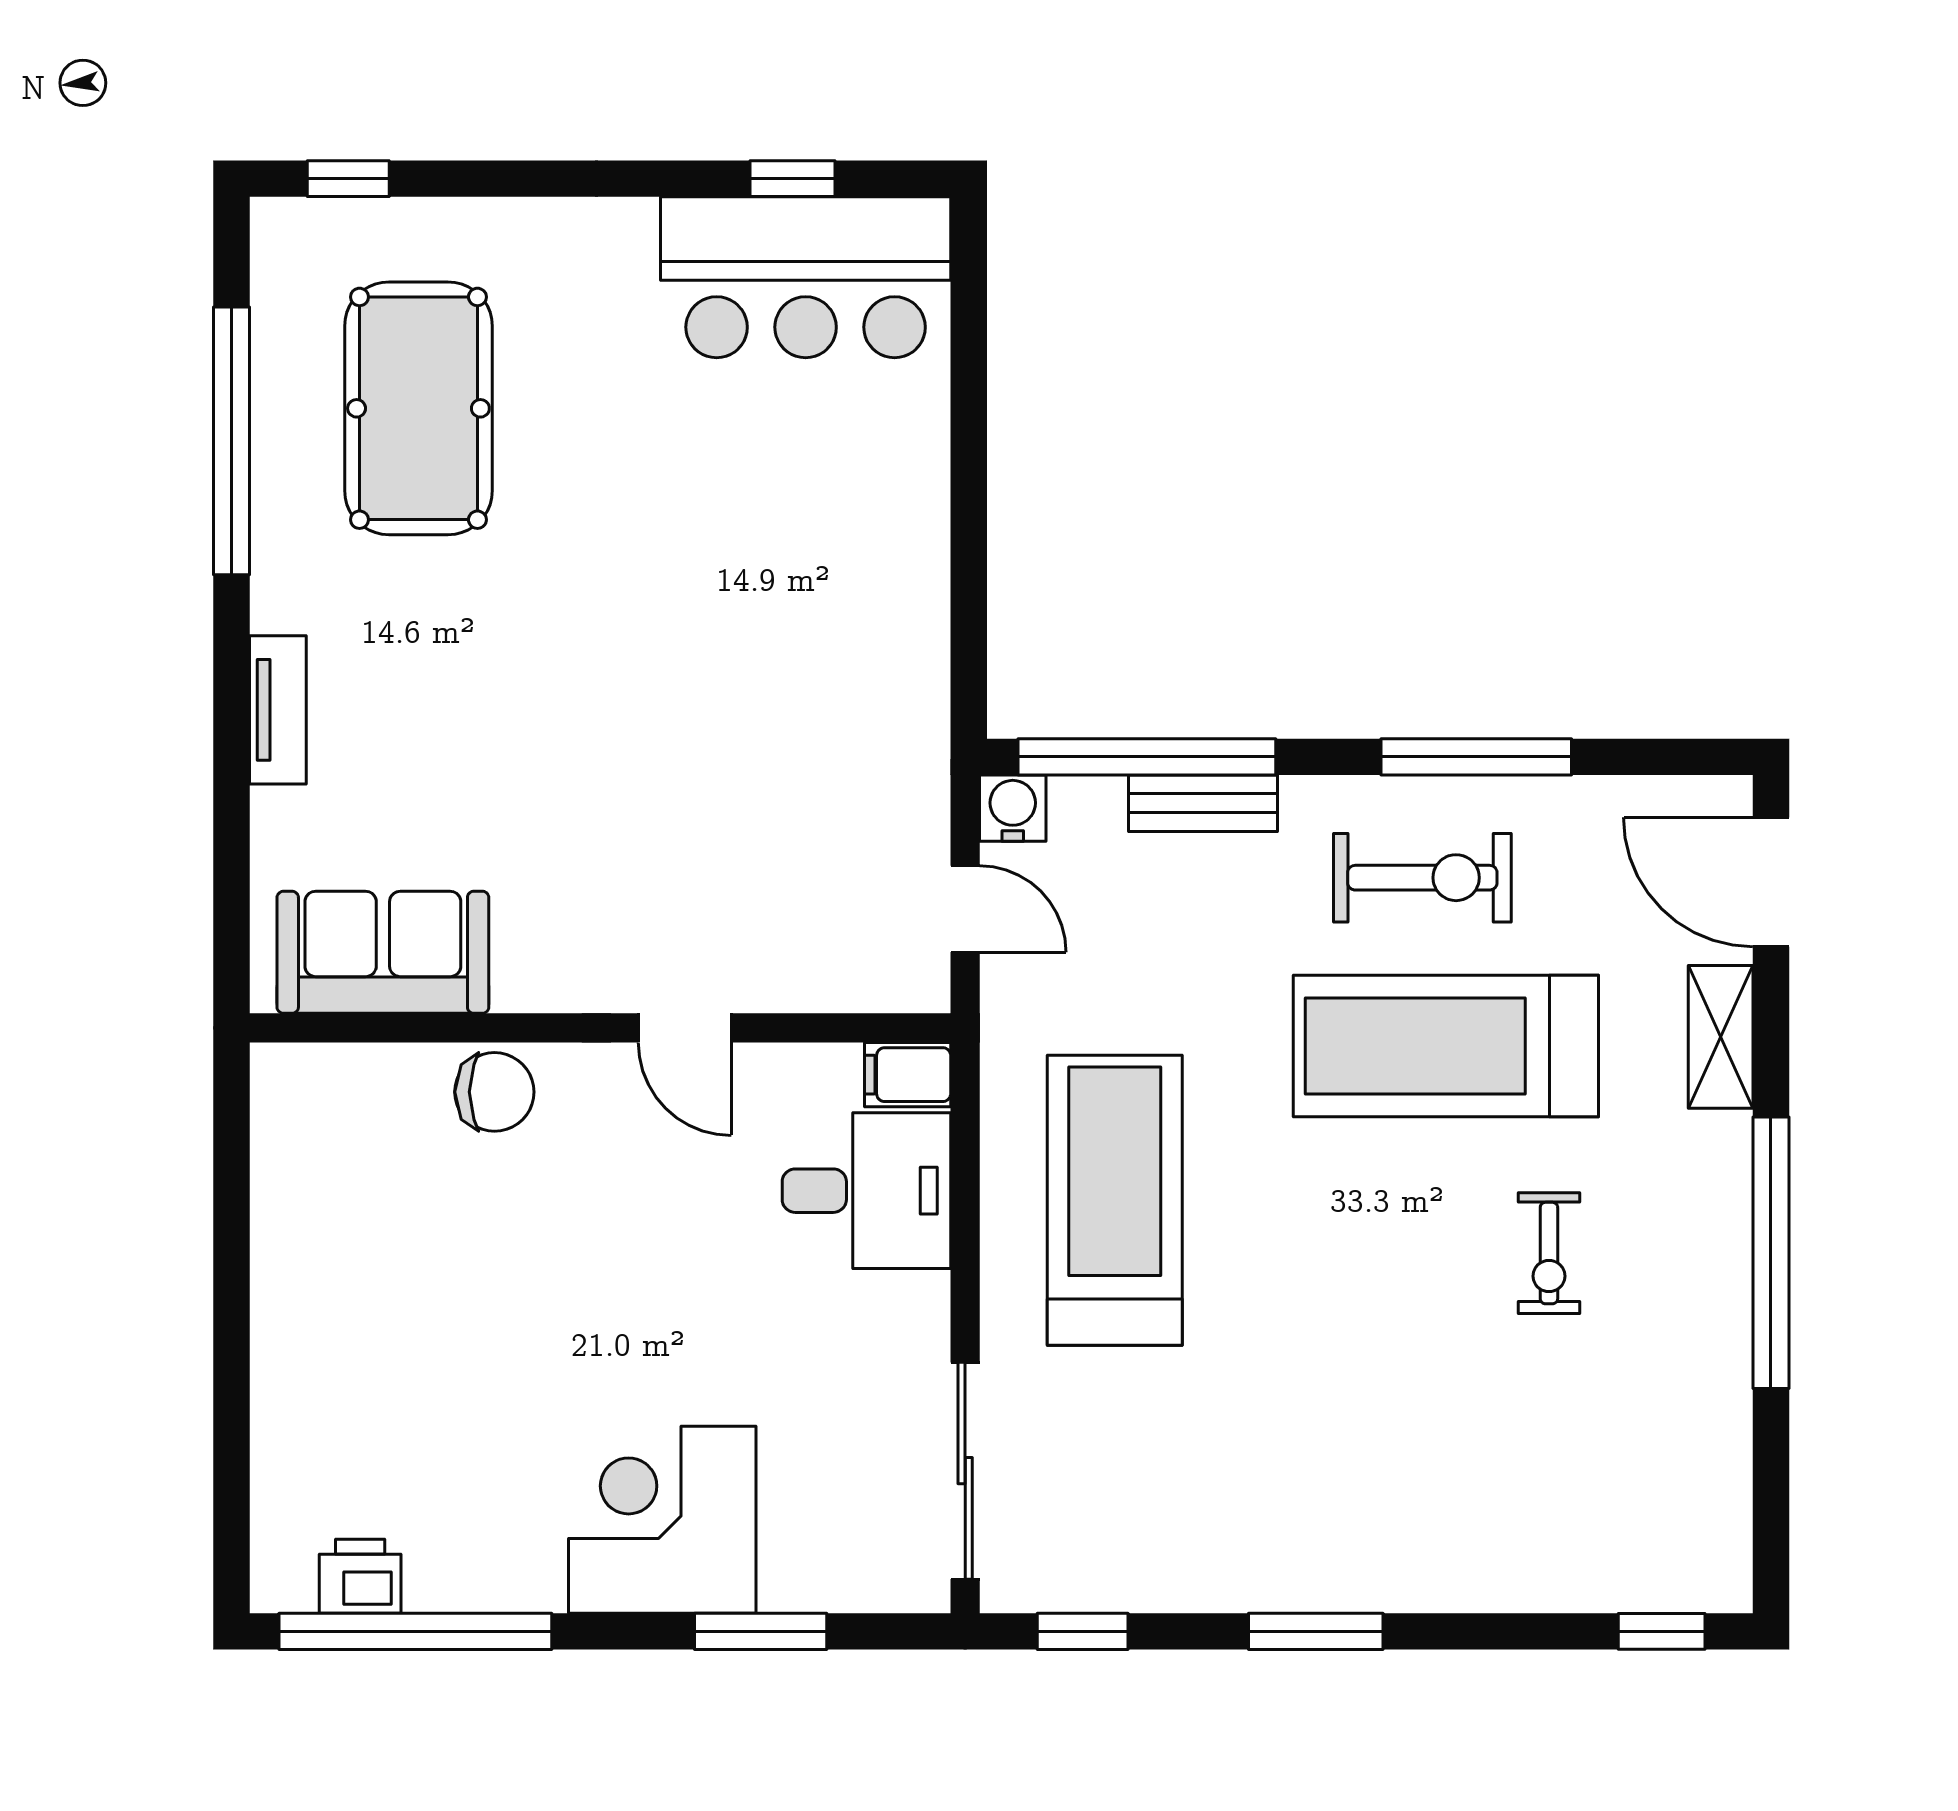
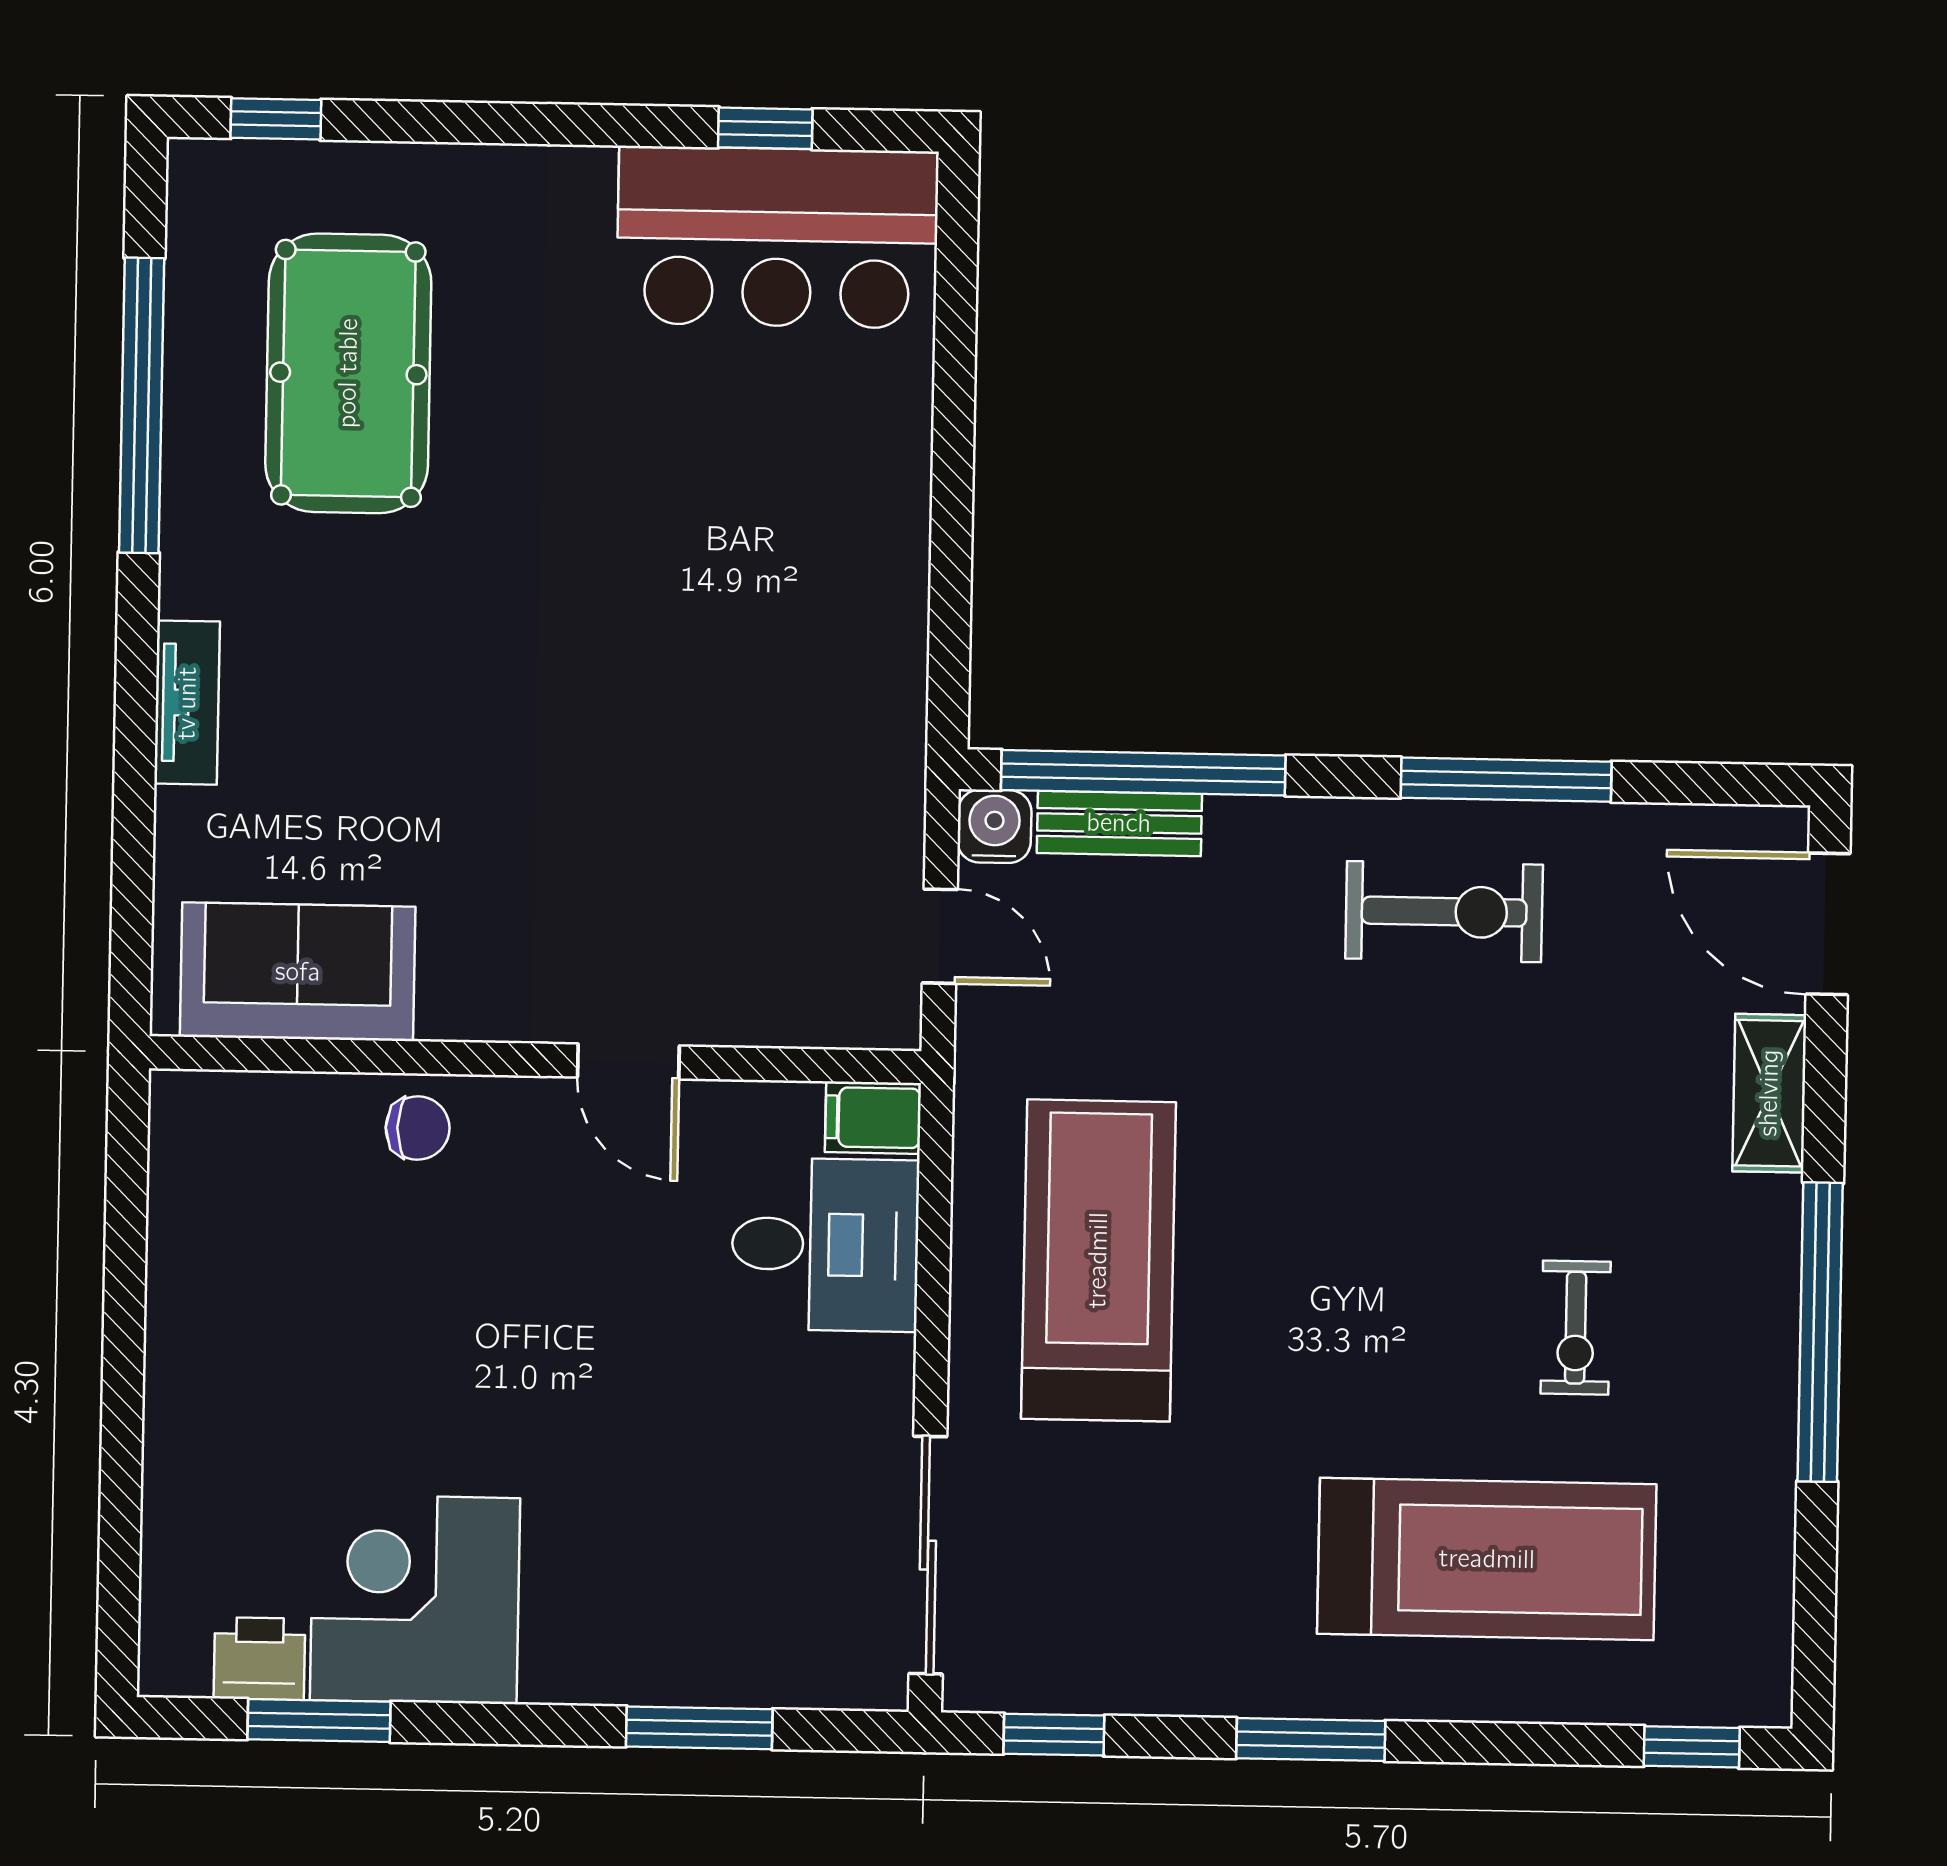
bench: (1203, 803) -> (1119, 823), moved
treadmill: (1446, 1046) -> (1487, 1559), moved, turned 180
chair: (494, 1092) -> (418, 1128), width x0.73, depth x0.73
corner desk: (662, 1520) -> (415, 1599), moved
window: (415, 1631) -> (319, 1721), width x0.47

